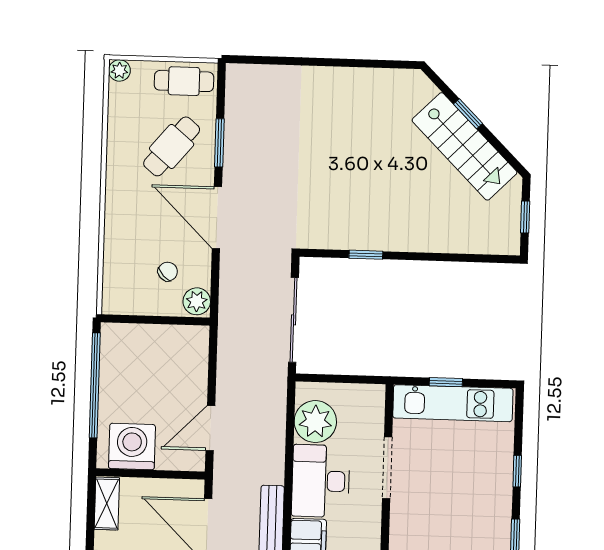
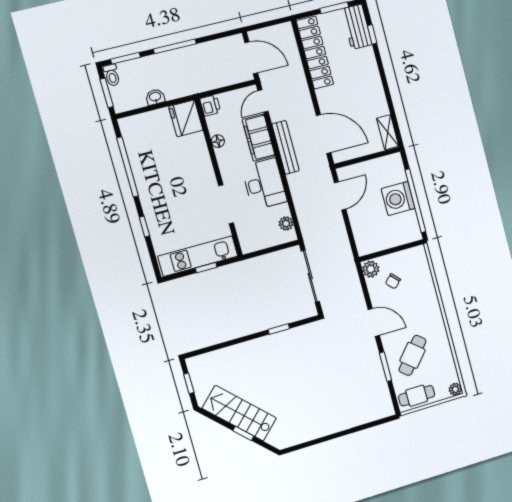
door: (217, 218) -> (374, 322), width x0.73
plant: (315, 422) -> (286, 224), width x0.53, depth x0.53
washing machine: (132, 447) -> (398, 199), moved, turned 90

